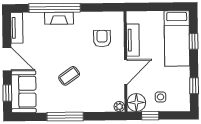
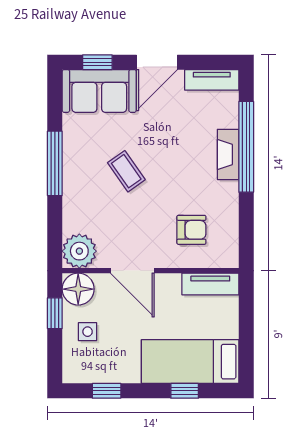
tv unit: (133, 40) -> (210, 284), moved
plant: (119, 107) -> (79, 251), width x1.88, depth x1.88

